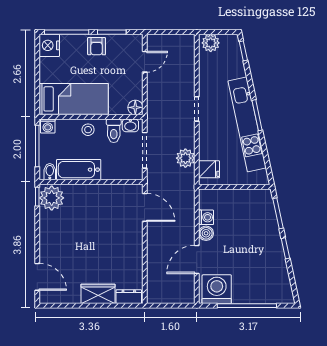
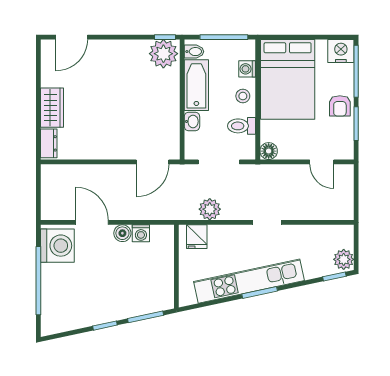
plant: (211, 43) -> (344, 259), moved
armchair: (97, 46) -> (340, 106), turned -90
bed: (74, 99) -> (288, 79), width x1.50
washbasin: (130, 125) -> (192, 121), moved, turned 180
washing machine: (48, 126) -> (247, 69), moved

